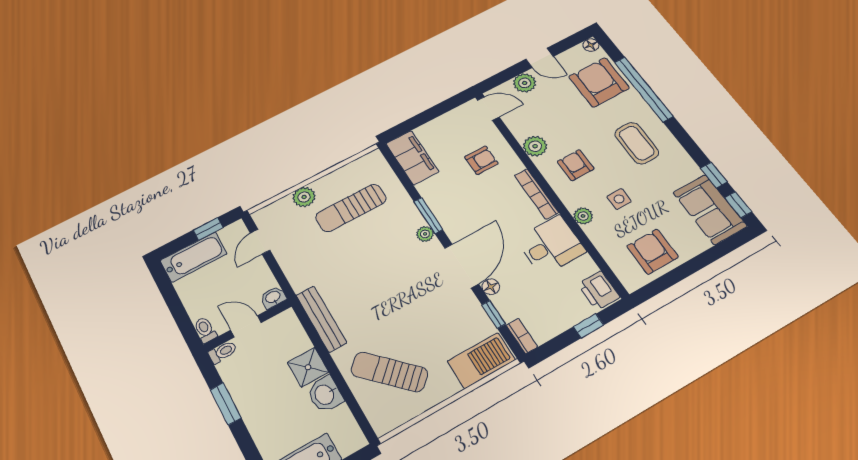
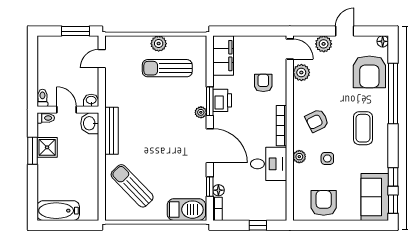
door: (540, 58) -> (345, 31), swing flipped
armchair: (599, 82) -> (369, 72), turned 180
plant: (535, 146) -> (301, 73), moved
armchair: (481, 160) -> (263, 83), turned -90
armchair: (576, 165) -> (317, 121), turned -116
plant: (304, 197) -> (159, 44), moved
window: (208, 229) -> (75, 31), width x1.50
bathtub: (194, 257) -> (58, 45), removed
door: (462, 266) -> (210, 146), hinge flipped
floor lamp: (491, 287) -> (218, 190), moved
printer: (599, 291) -> (222, 100), moved, turned 180
shower: (308, 367) -> (47, 147), moved
washbasin: (325, 394) -> (90, 123), moved

